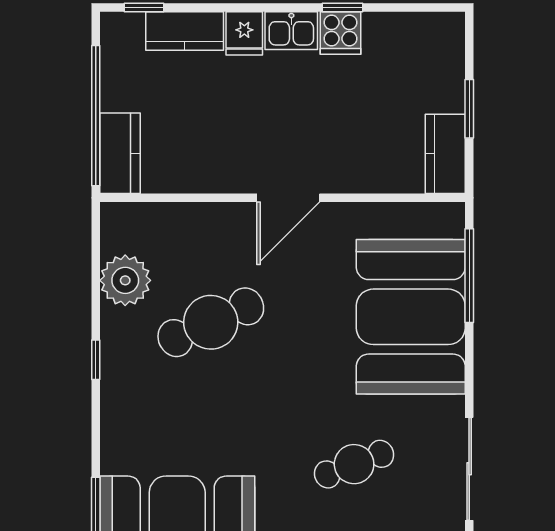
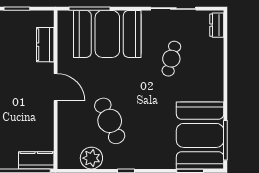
kitchen counter: (445, 154) -> (45, 45), moved, turned 90
cafe table: (354, 464) -> (171, 59), turned 36

